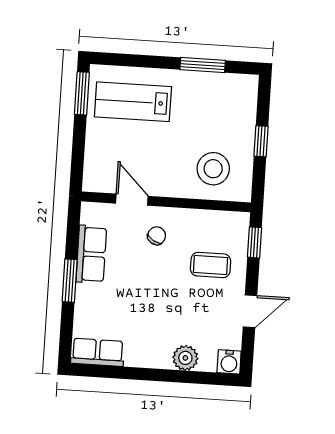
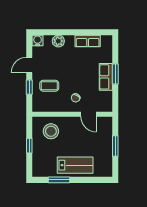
window: (82, 93) -> (115, 146), moved
lab bench: (133, 102) -> (75, 165), moved
window: (254, 242) -> (29, 87), moved
row of seats: (91, 254) -> (106, 77), moved
row of seats: (98, 352) -> (88, 41), moved

